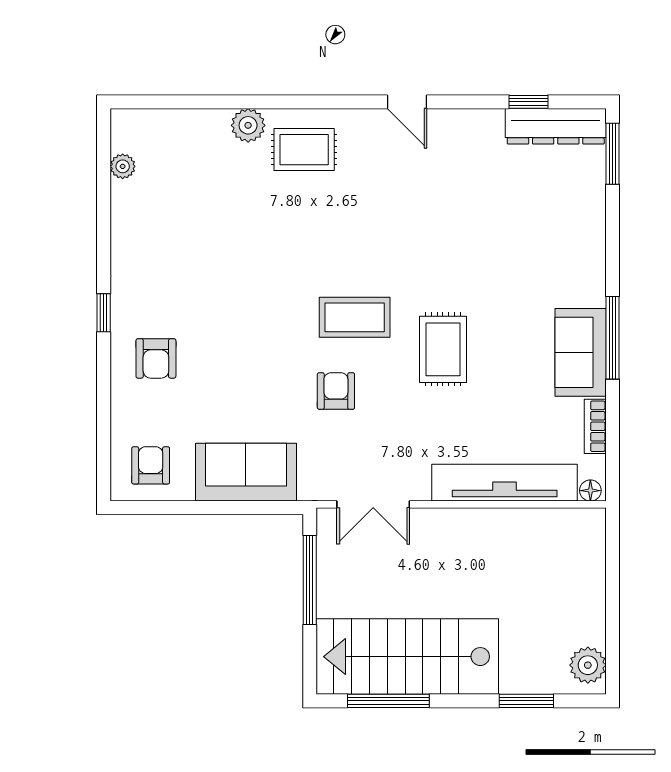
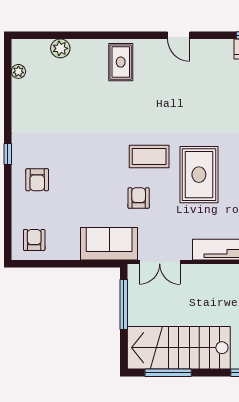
plant: (248, 125) -> (60, 48), moved
rug: (304, 150) -> (121, 62), turned 90
rug: (443, 349) -> (199, 175), width x1.36, depth x1.43
sofa: (246, 472) -> (109, 244), moved

